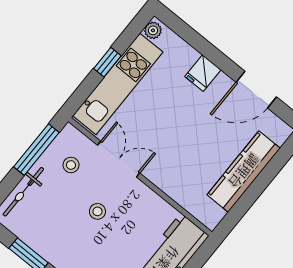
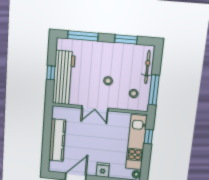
window: (107, 62) -> (148, 137), moved
double door: (119, 159) -> (95, 108), moved

